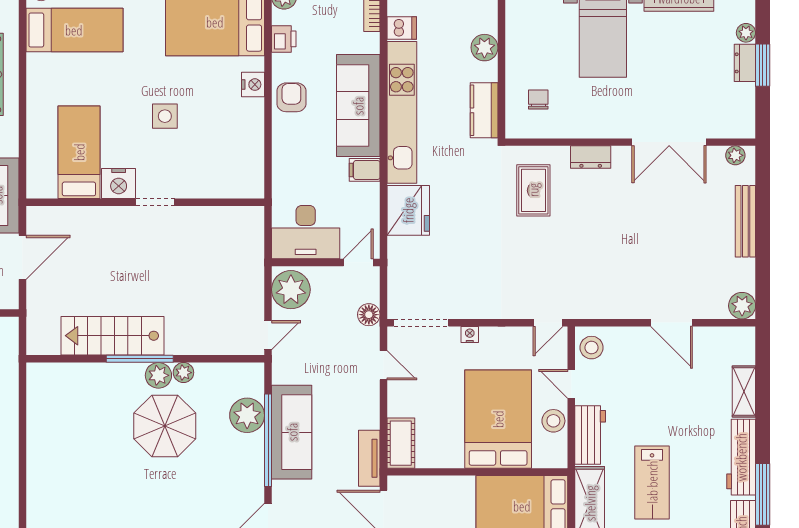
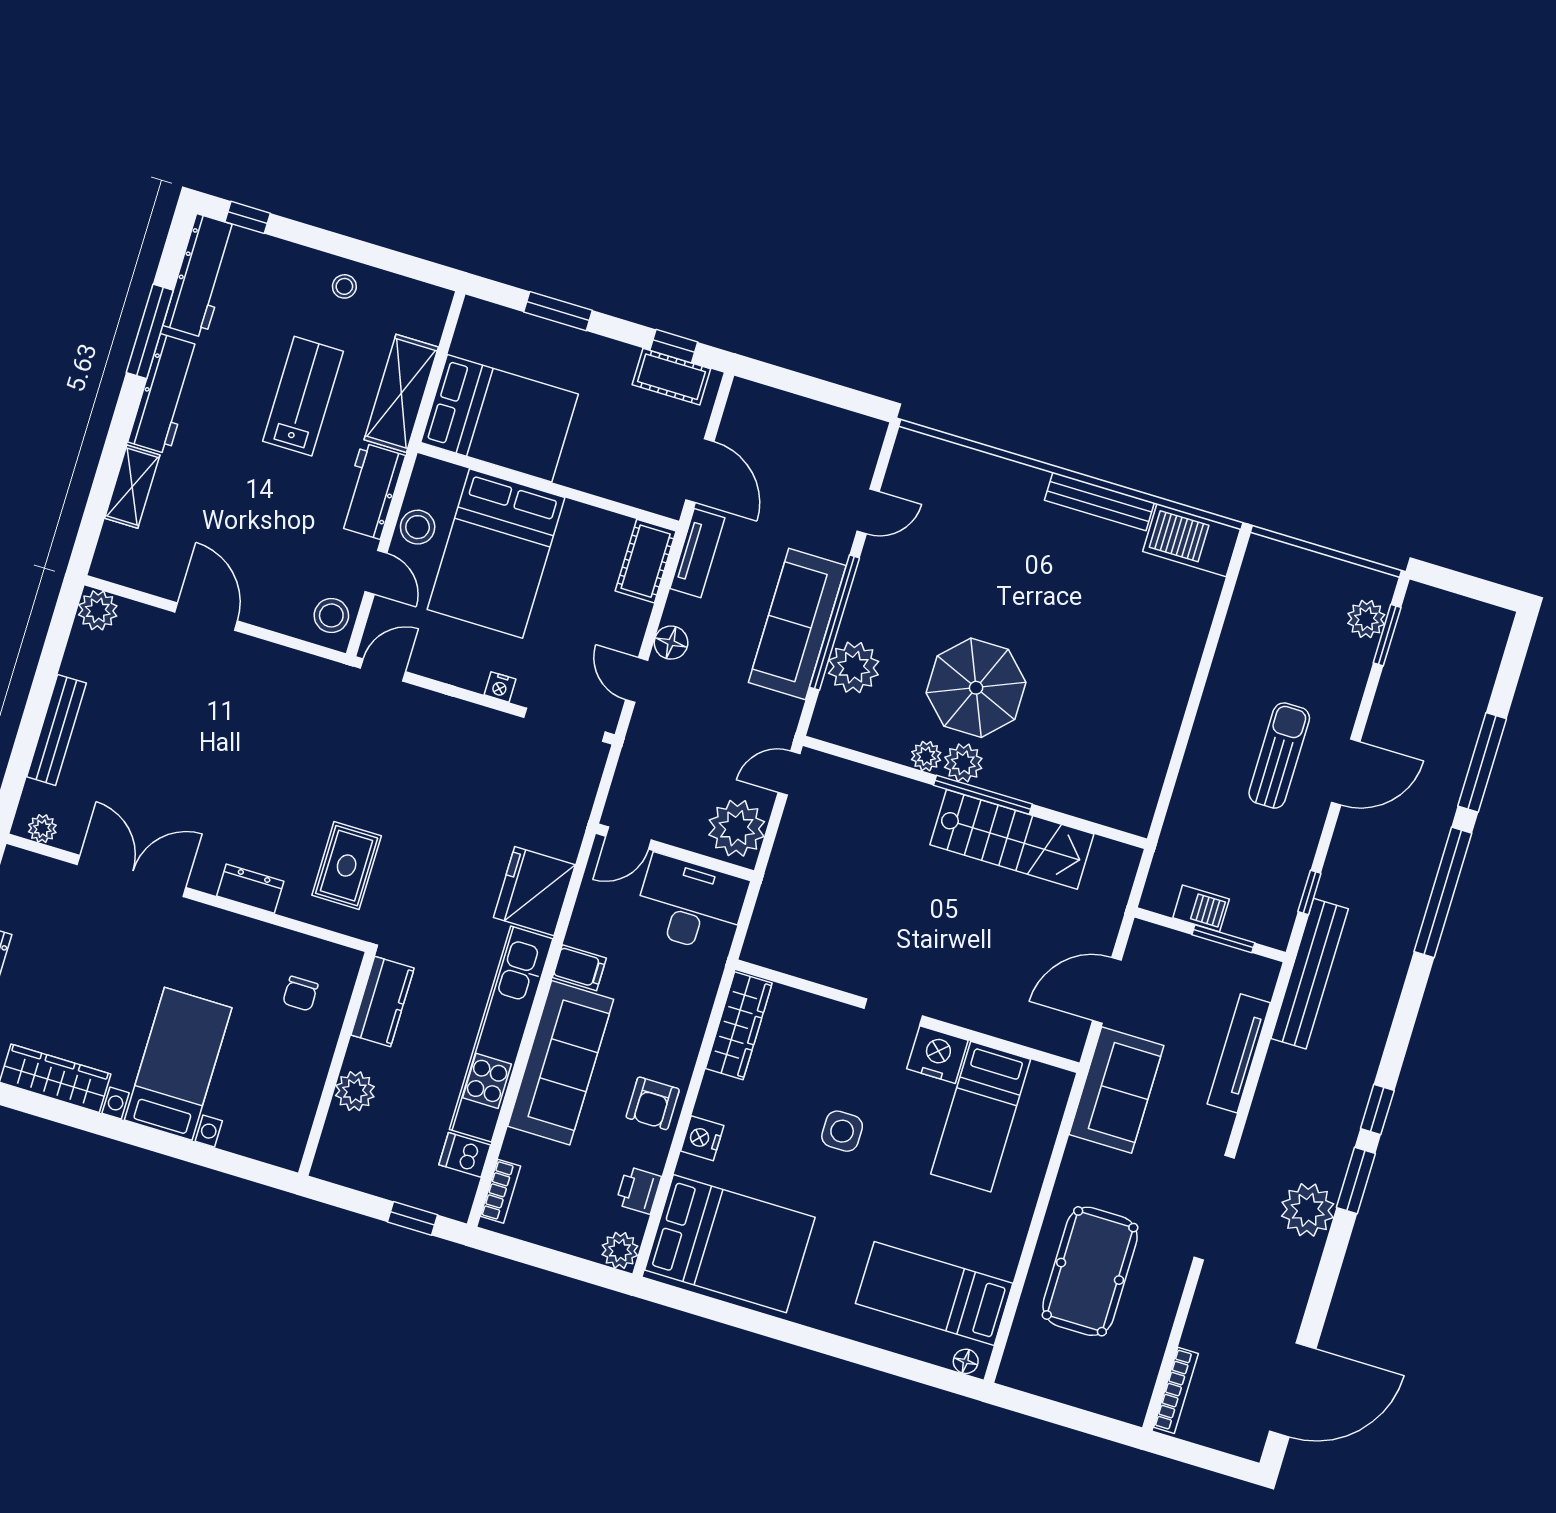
wardrobe: (251, 164) -> (739, 1026), added
floor lamp: (369, 315) -> (671, 643), moved

